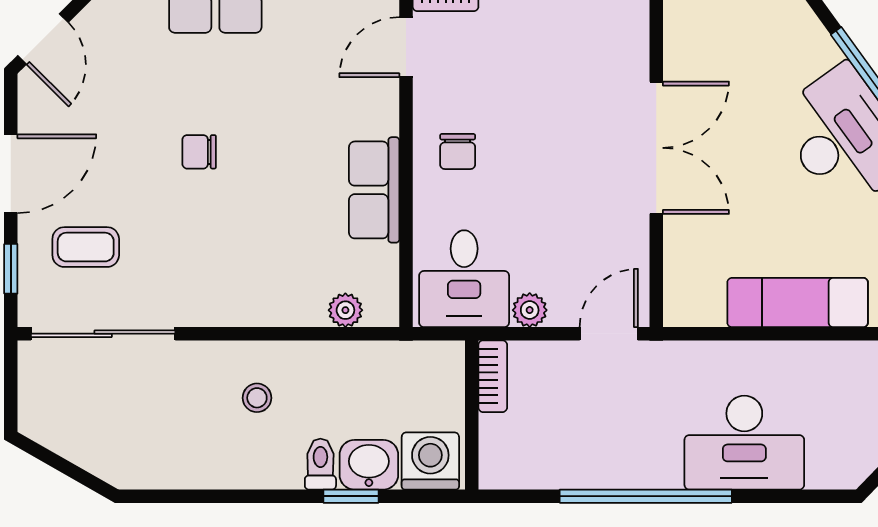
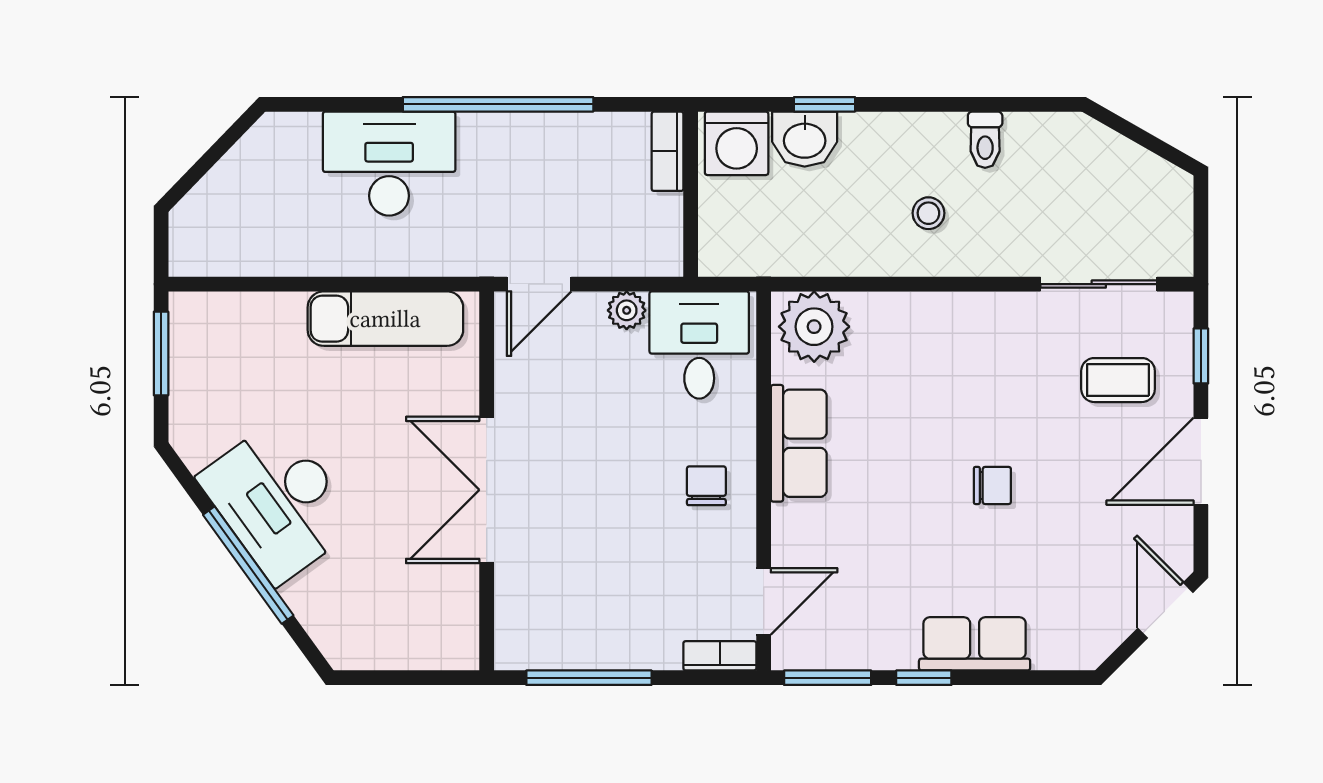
exam couch: (798, 303) -> (385, 319), moved
plant: (345, 310) -> (814, 327), width x1.87, depth x1.87
sliding door: (103, 334) -> (1099, 284), width x0.73
bookcase: (493, 376) -> (668, 151), moved
toilet: (320, 464) -> (985, 140), moved

